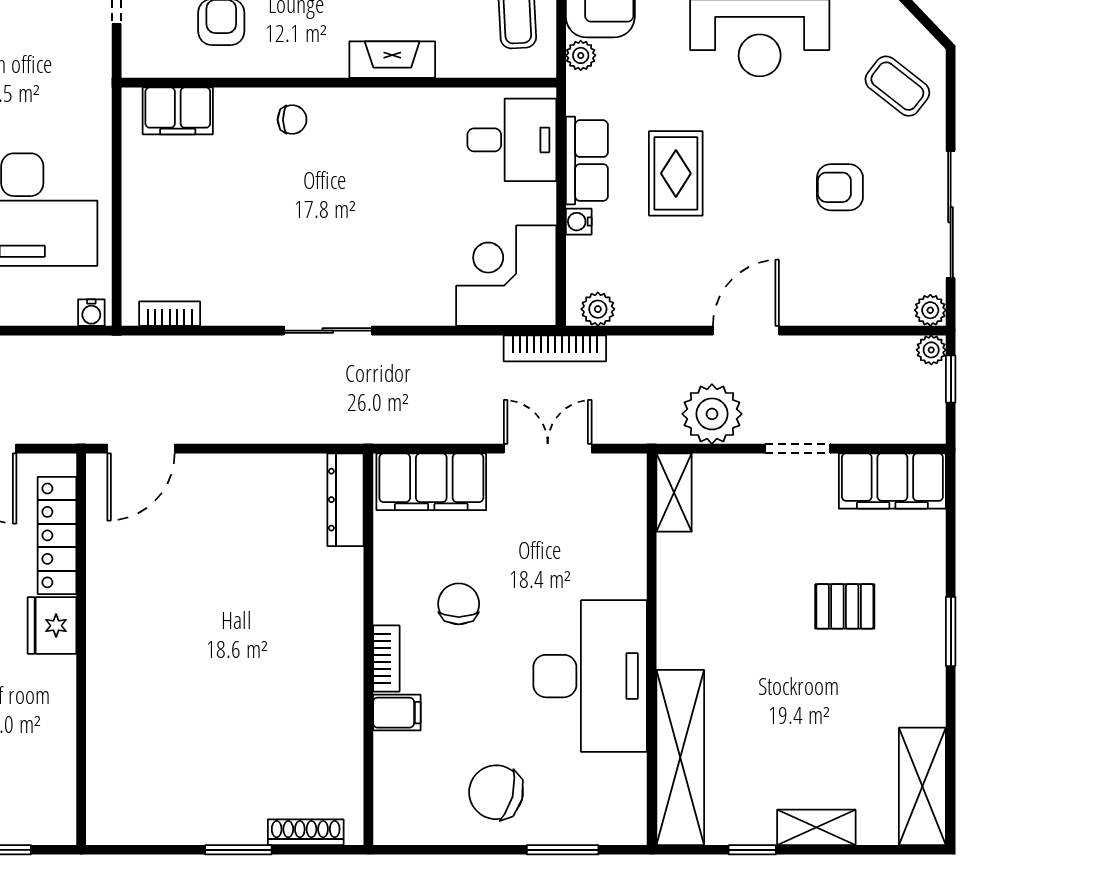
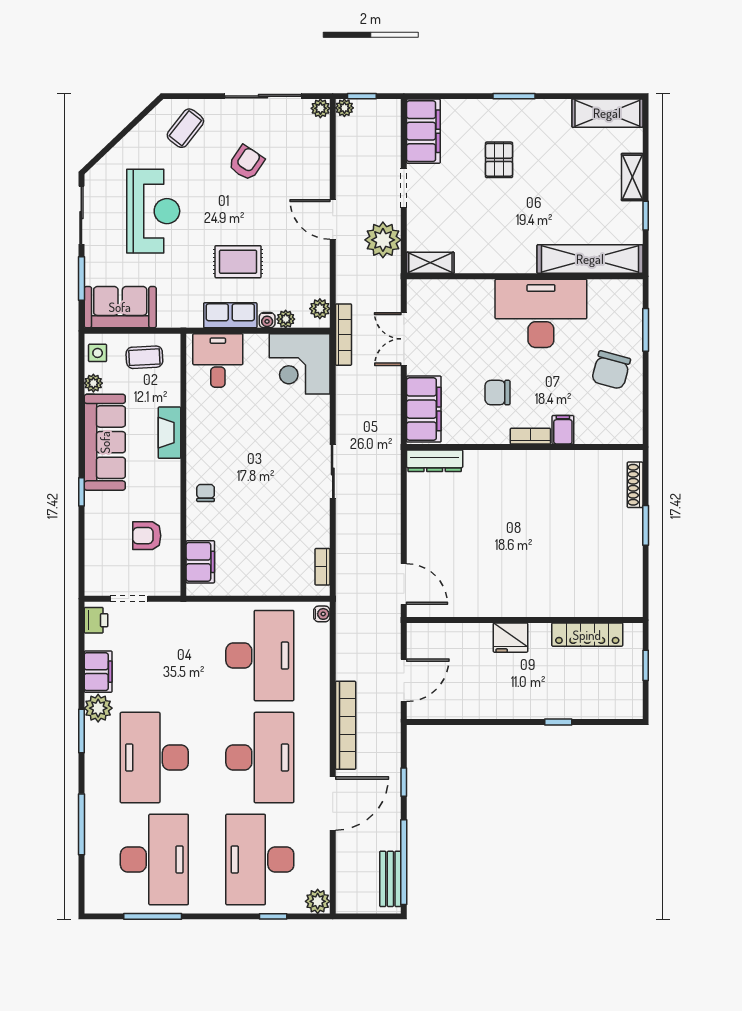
plant: (581, 55) -> (286, 319), moved
armchair: (840, 187) -> (246, 163), turned -146
locker: (57, 535) -> (587, 635), moved

